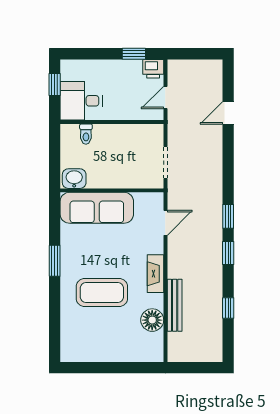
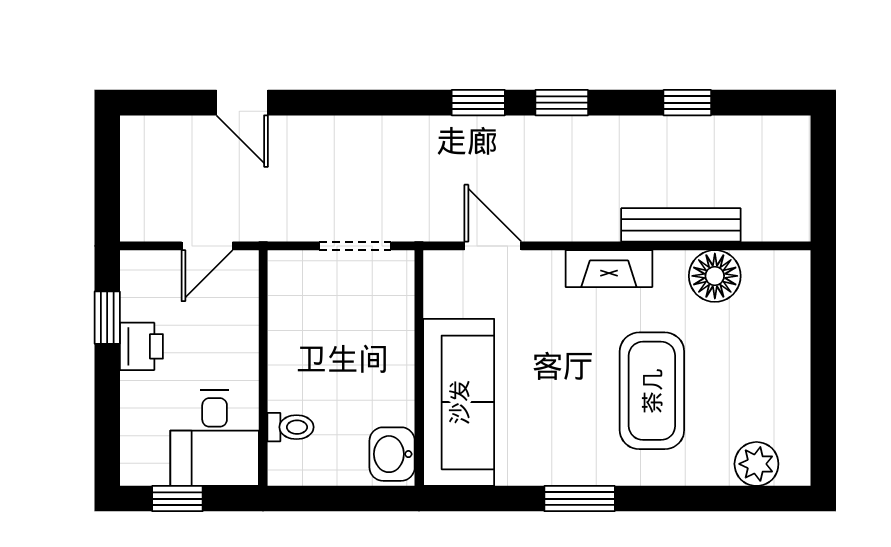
printer: (153, 69) -> (141, 346), moved
door: (165, 98) -> (207, 246), hinge flipped
plant: (70, 338) -> (756, 464), added

